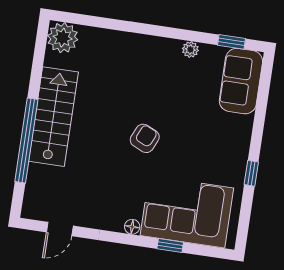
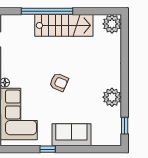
plant: (190, 49) -> (112, 97), width x1.87, depth x1.87
sofa: (241, 81) -> (71, 135), moved

